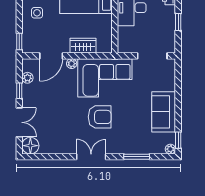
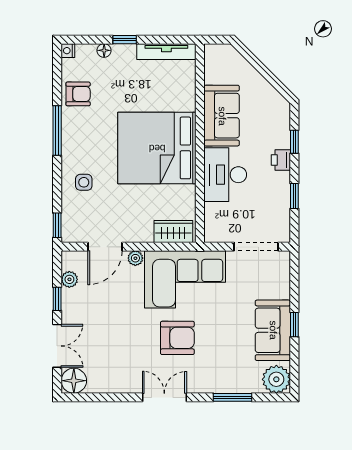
wardrobe: (83, 46) -> (173, 231), moved
window: (178, 140) -> (294, 325), moved
plant: (170, 149) -> (276, 379), width x1.88, depth x1.88

